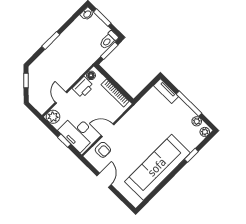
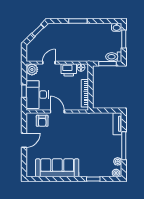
sofa: (157, 167) -> (57, 168), width x0.74, depth x0.79

